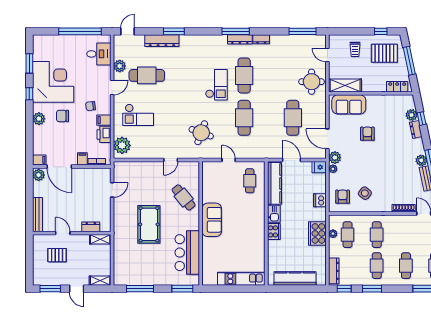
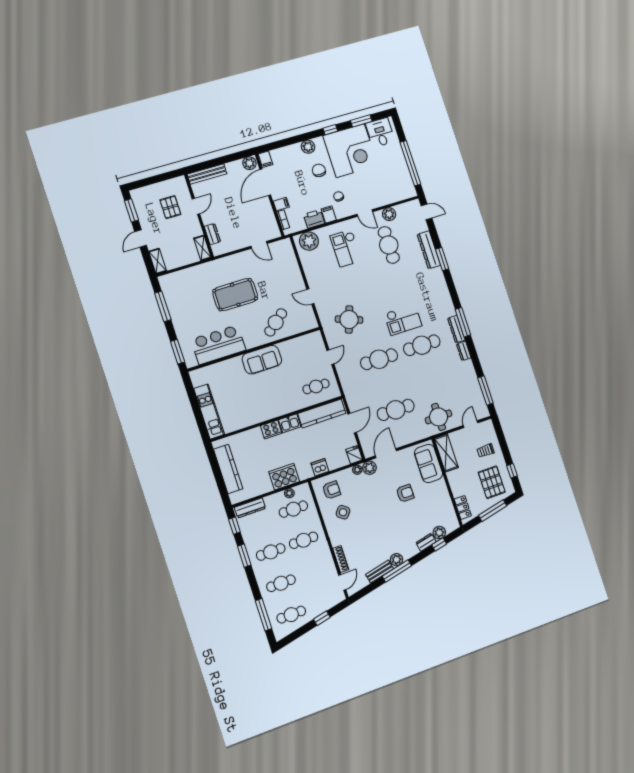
desk: (99, 54) -> (380, 133), moved, turned 180

